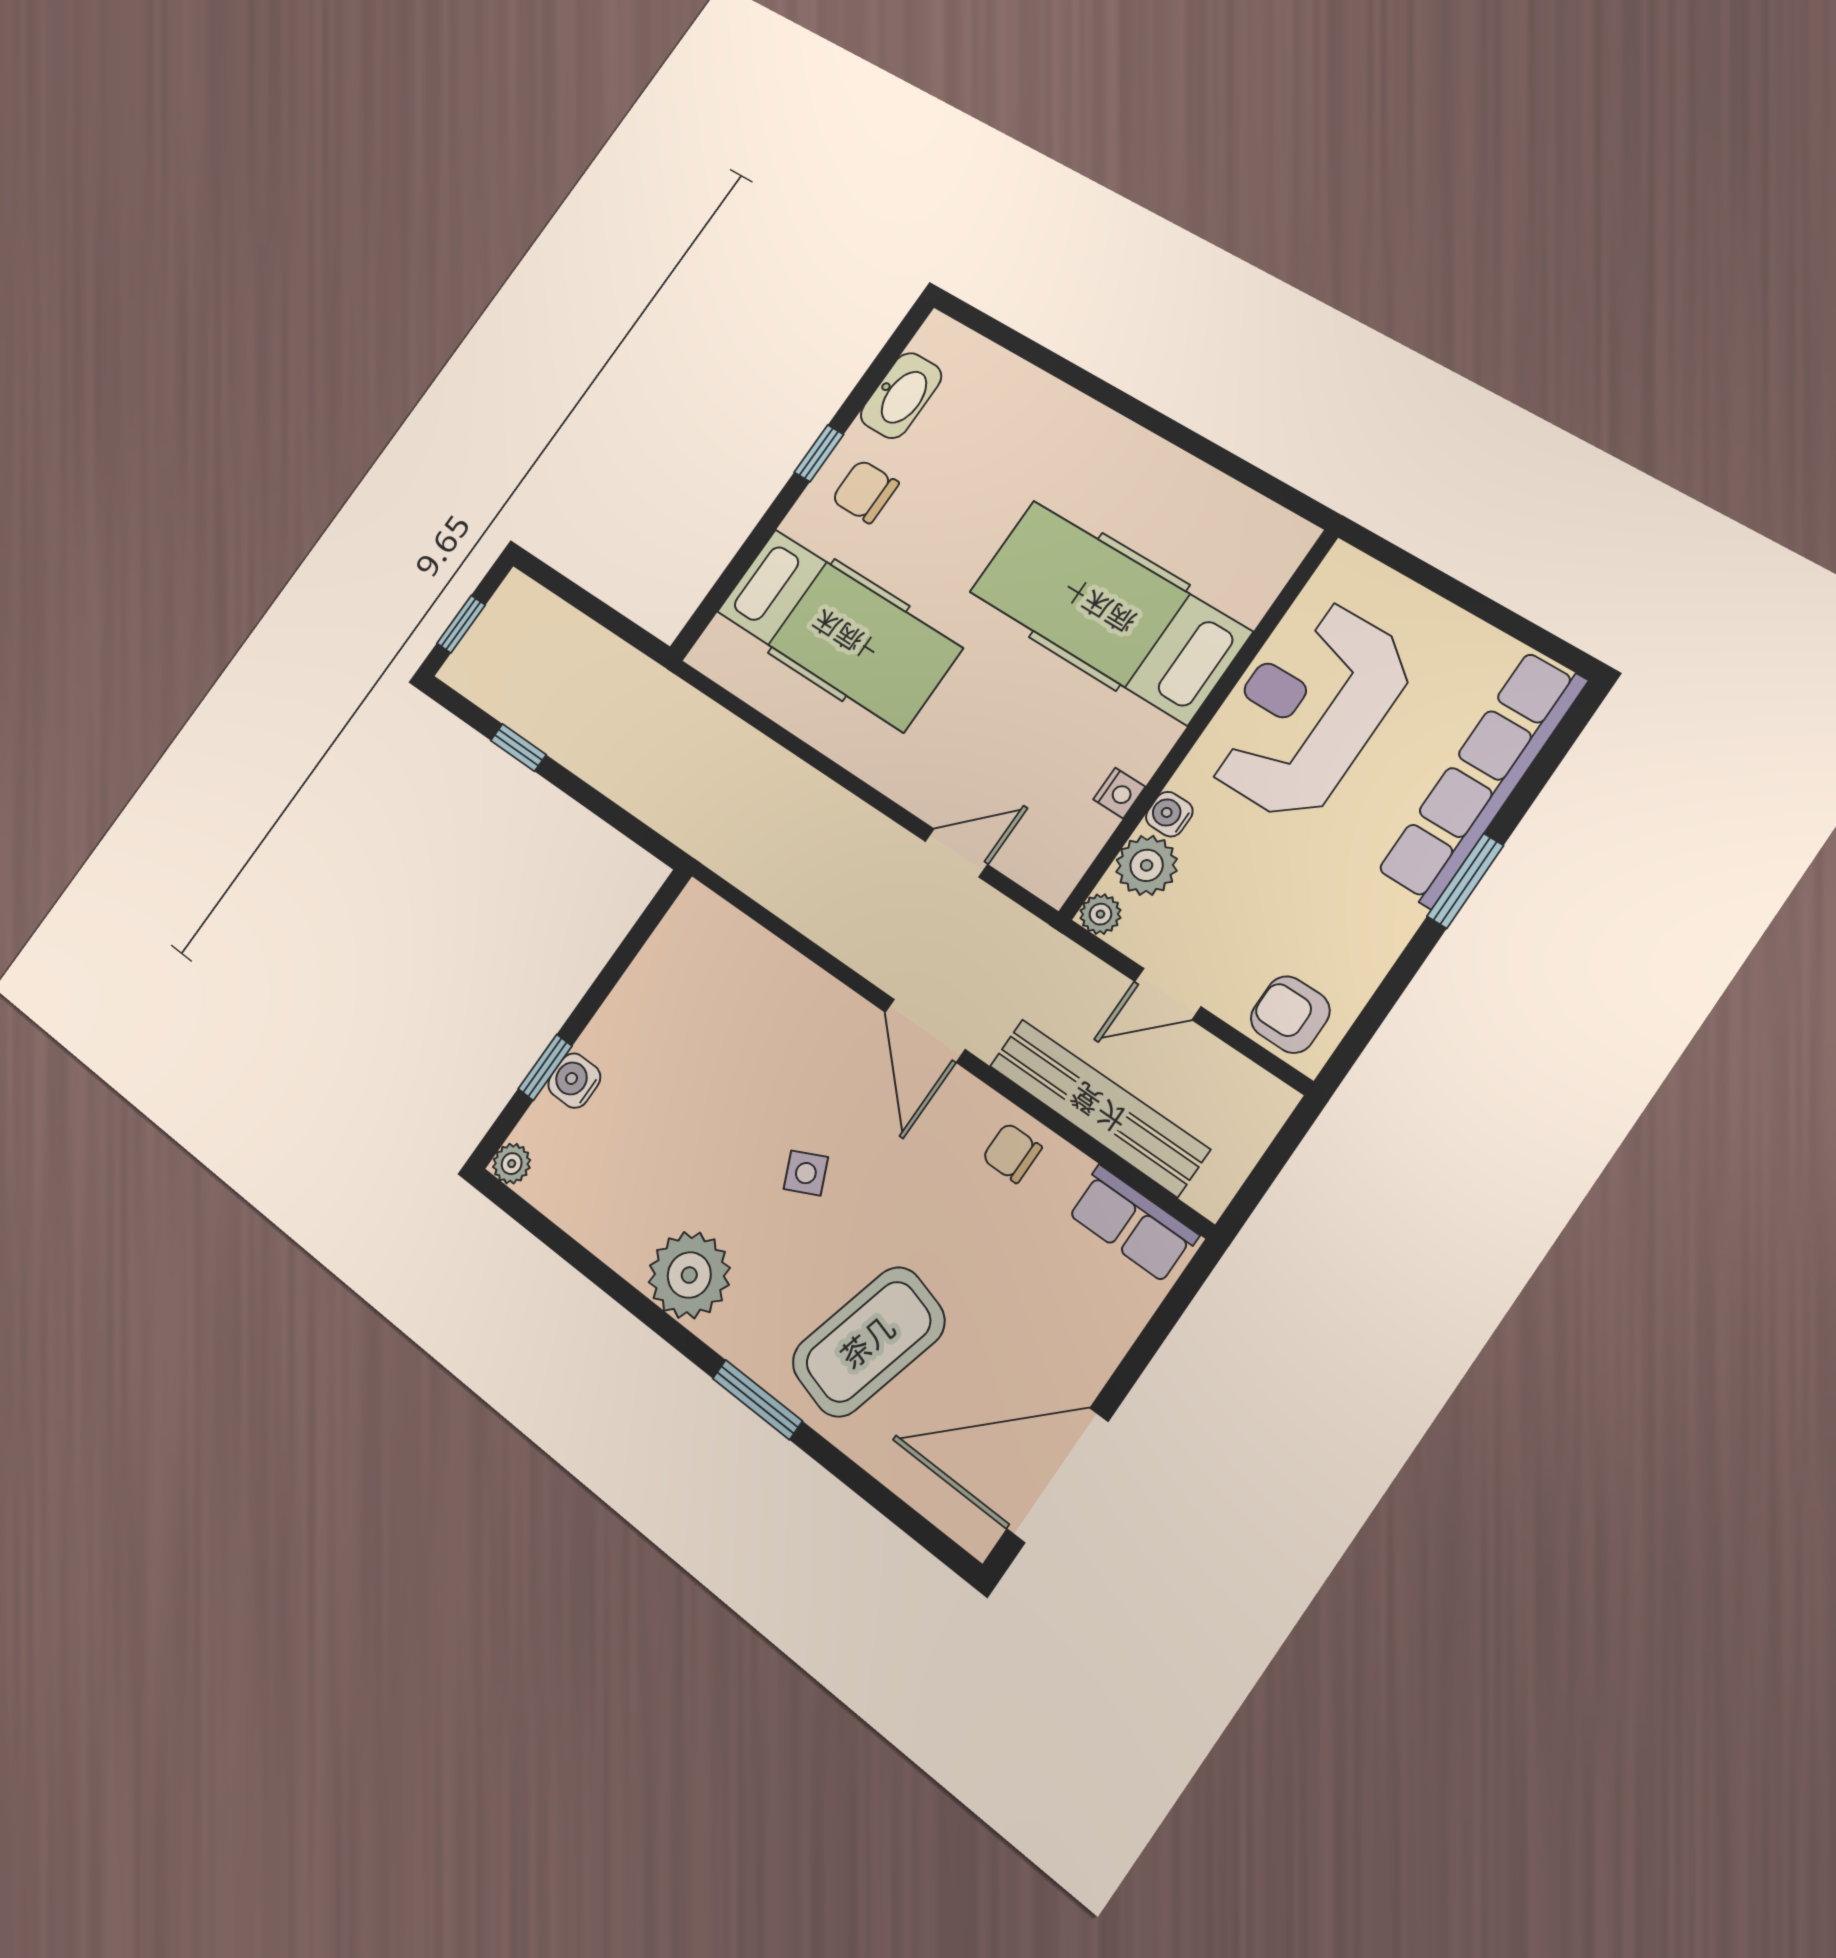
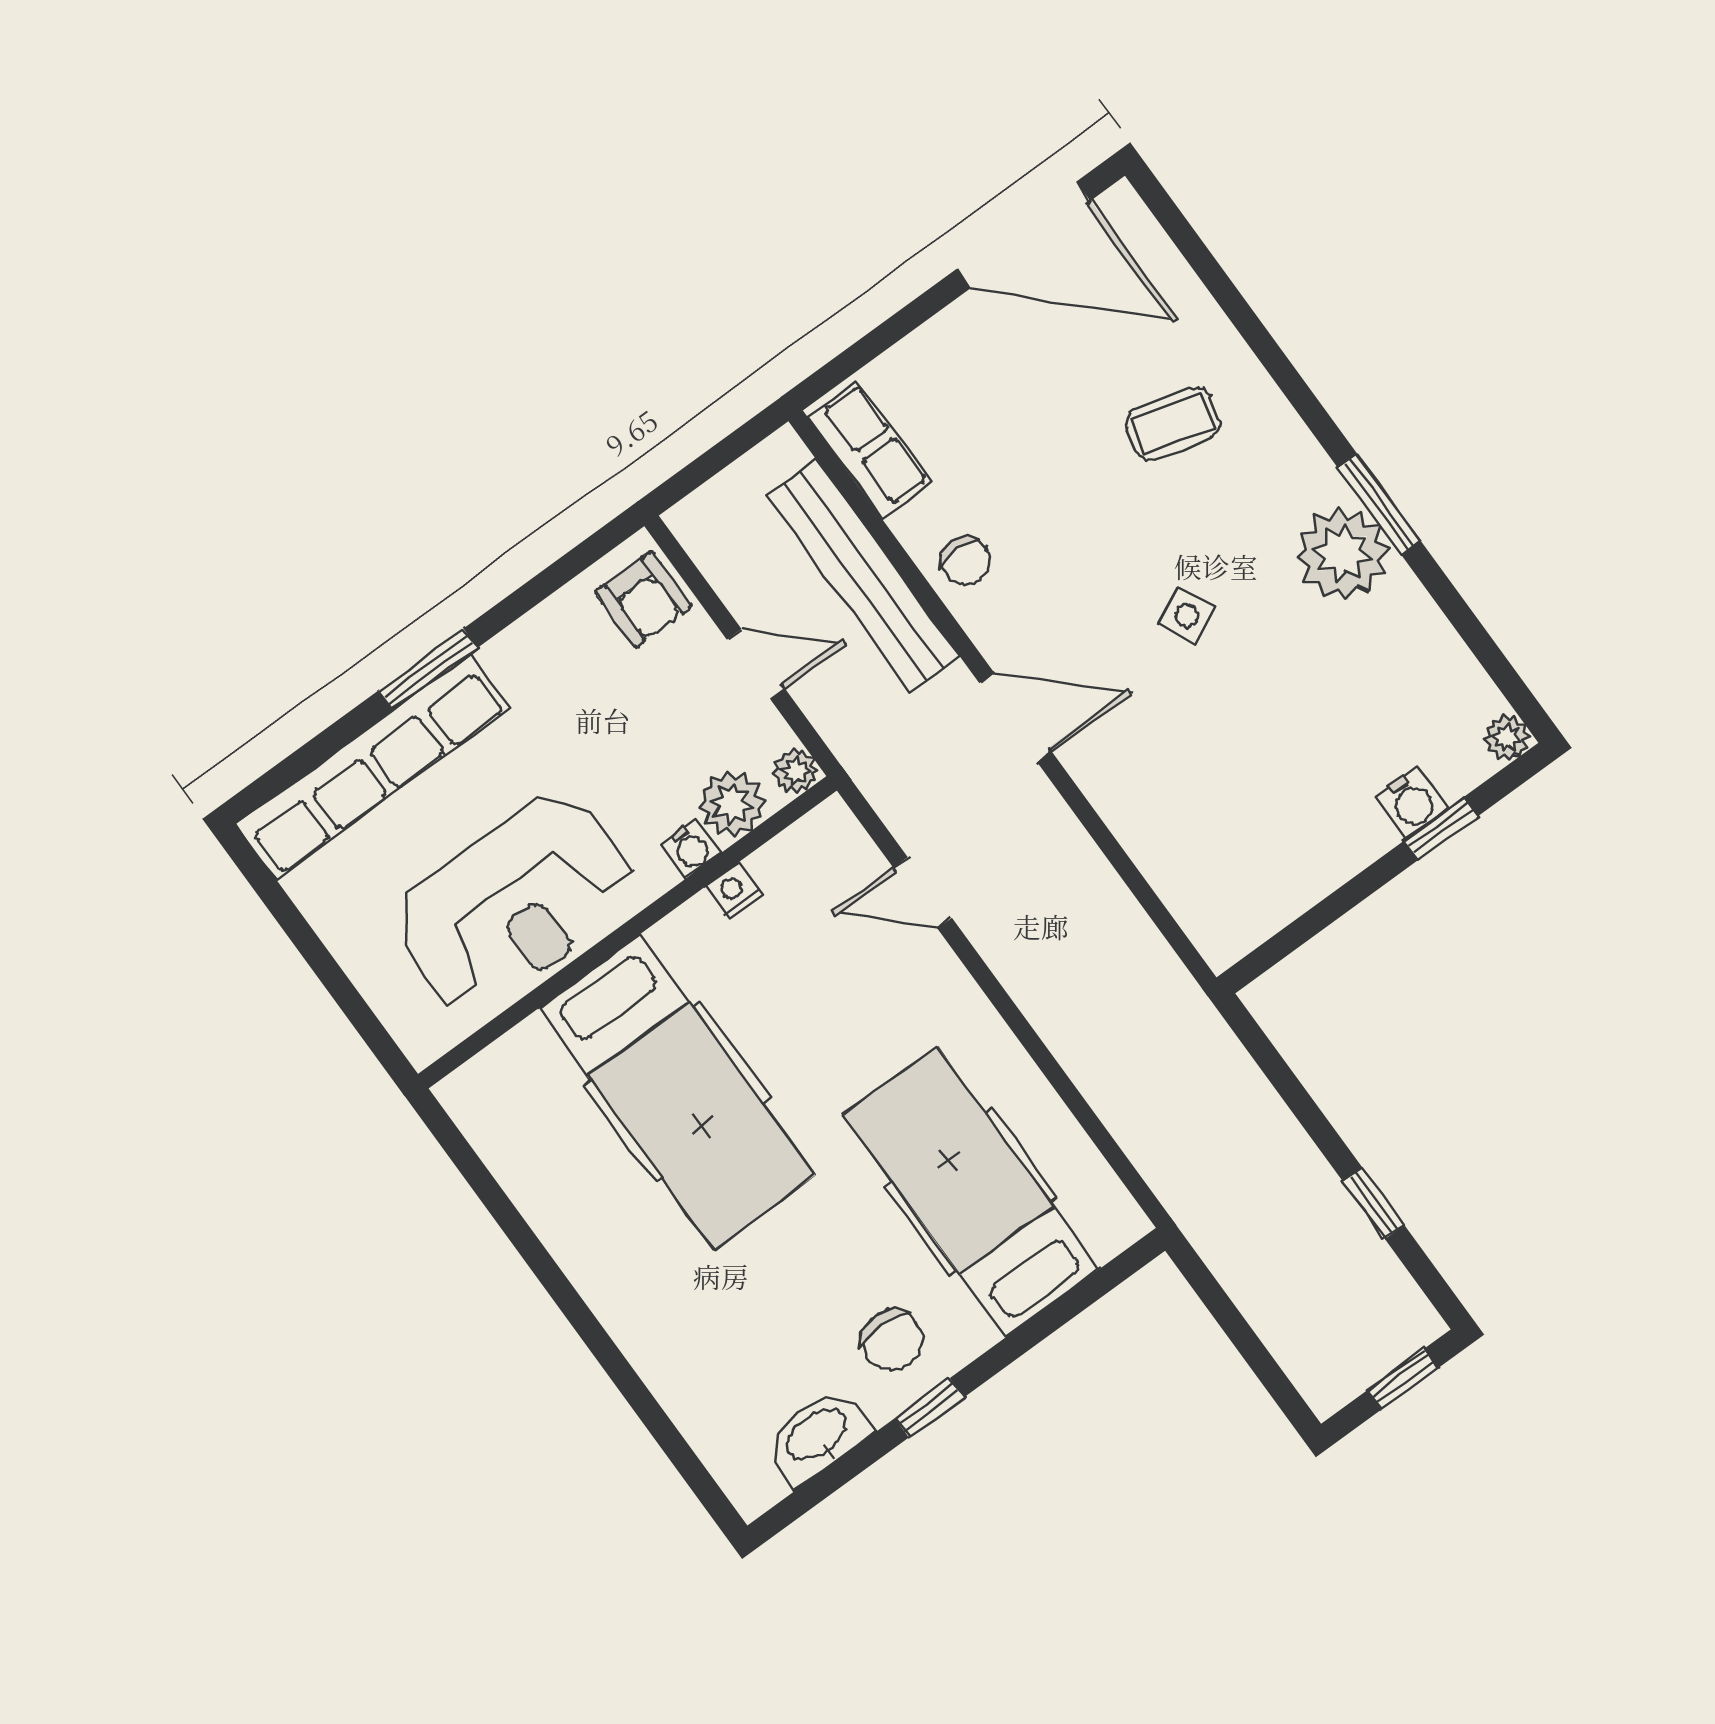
door: (925, 1031) -> (1016, 717), hinge flipped
coffee table: (868, 1342) -> (1173, 424), width x0.54, depth x0.58
window: (757, 1400) -> (1379, 504), moved

